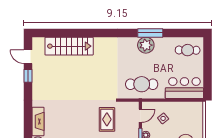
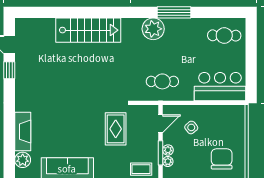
plant: (146, 45) -> (153, 29), moved
stairs: (69, 46) -> (88, 30), moved
cafe table: (142, 84) -> (162, 81), width x0.73, depth x0.74

